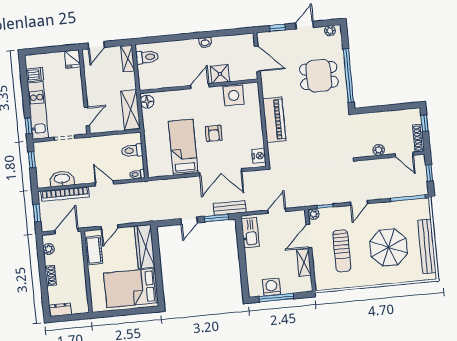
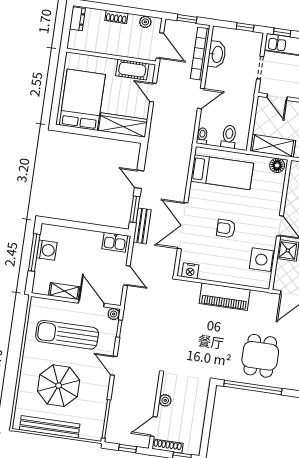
bed: (183, 147) -> (222, 172), moved
kitchen sink: (250, 233) -> (115, 242), width x0.73
sun lounger: (342, 251) -> (67, 335), width x1.36, depth x1.34

